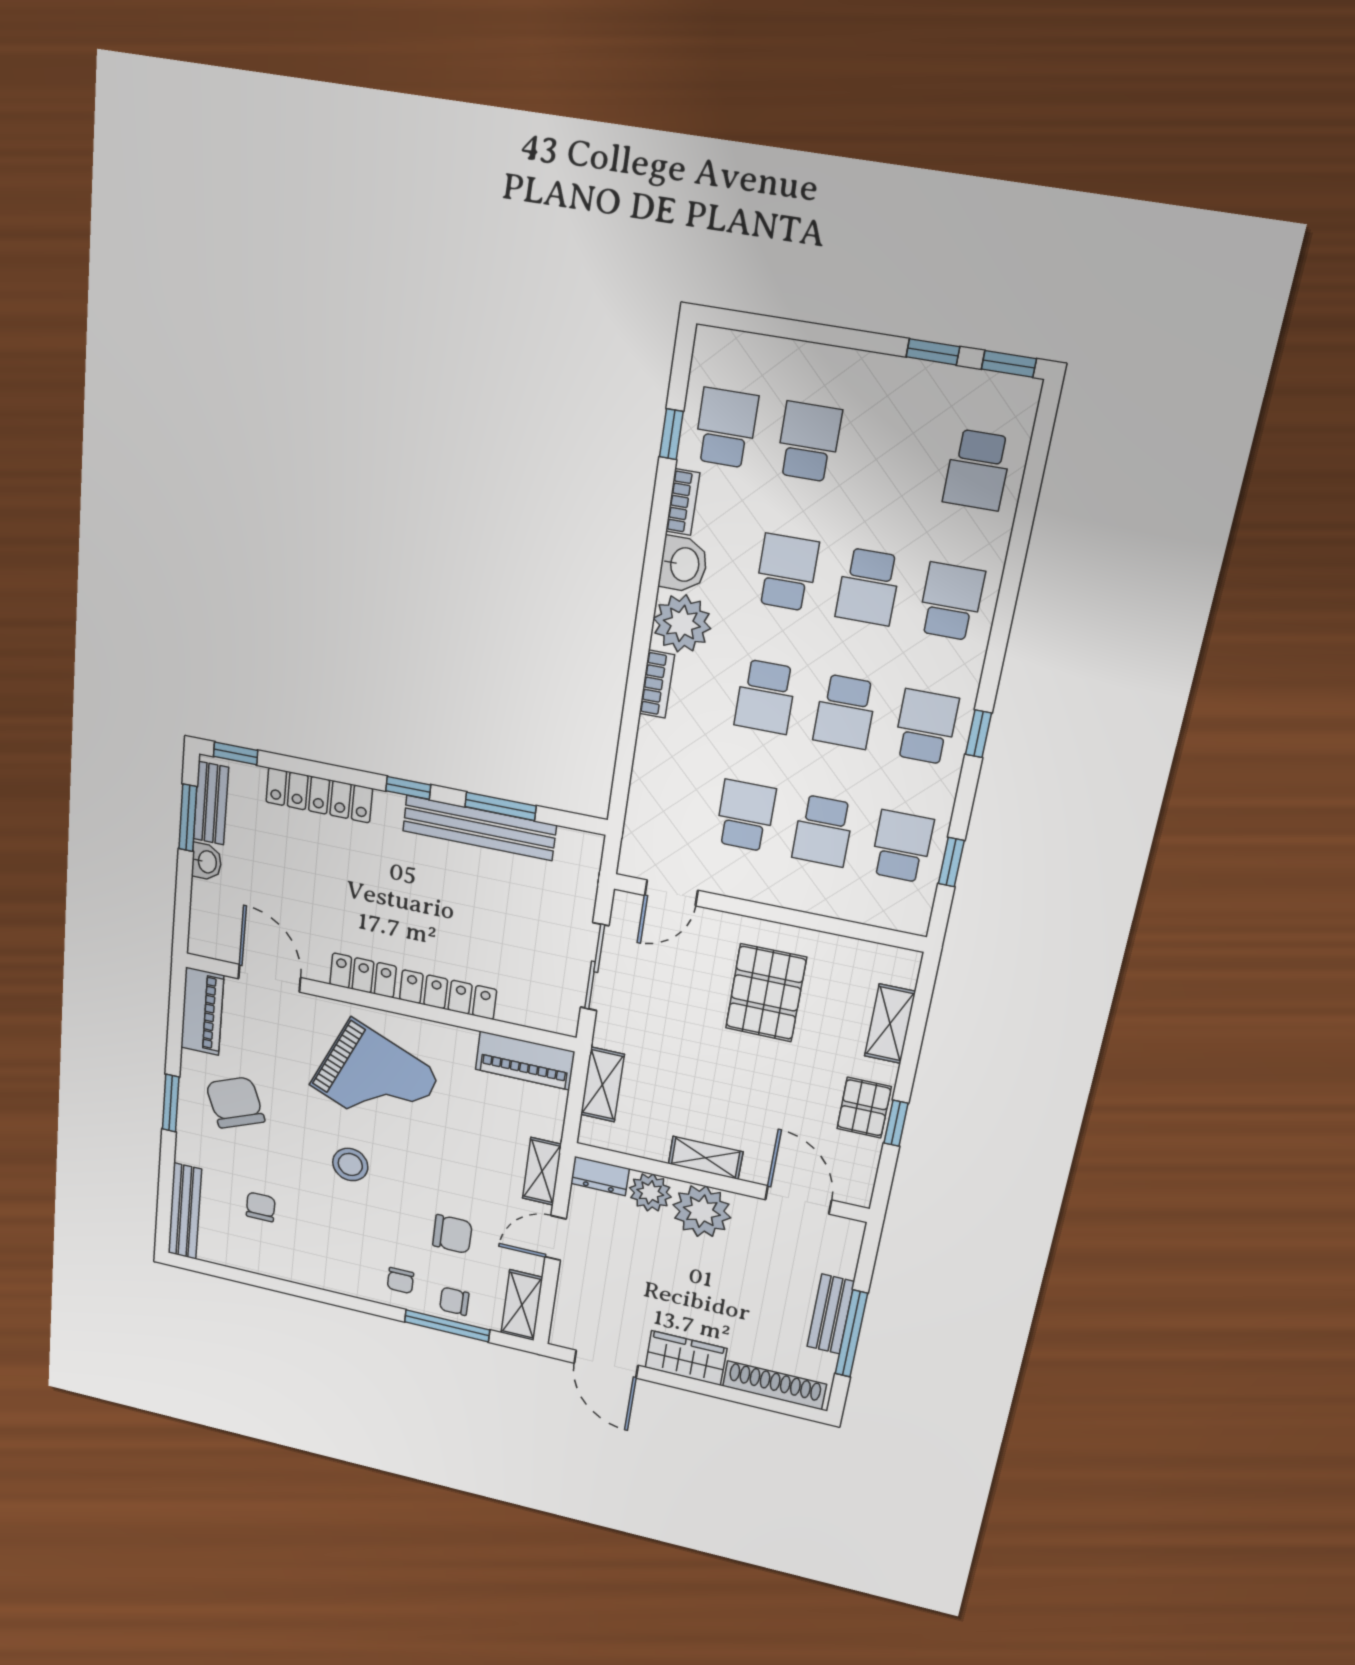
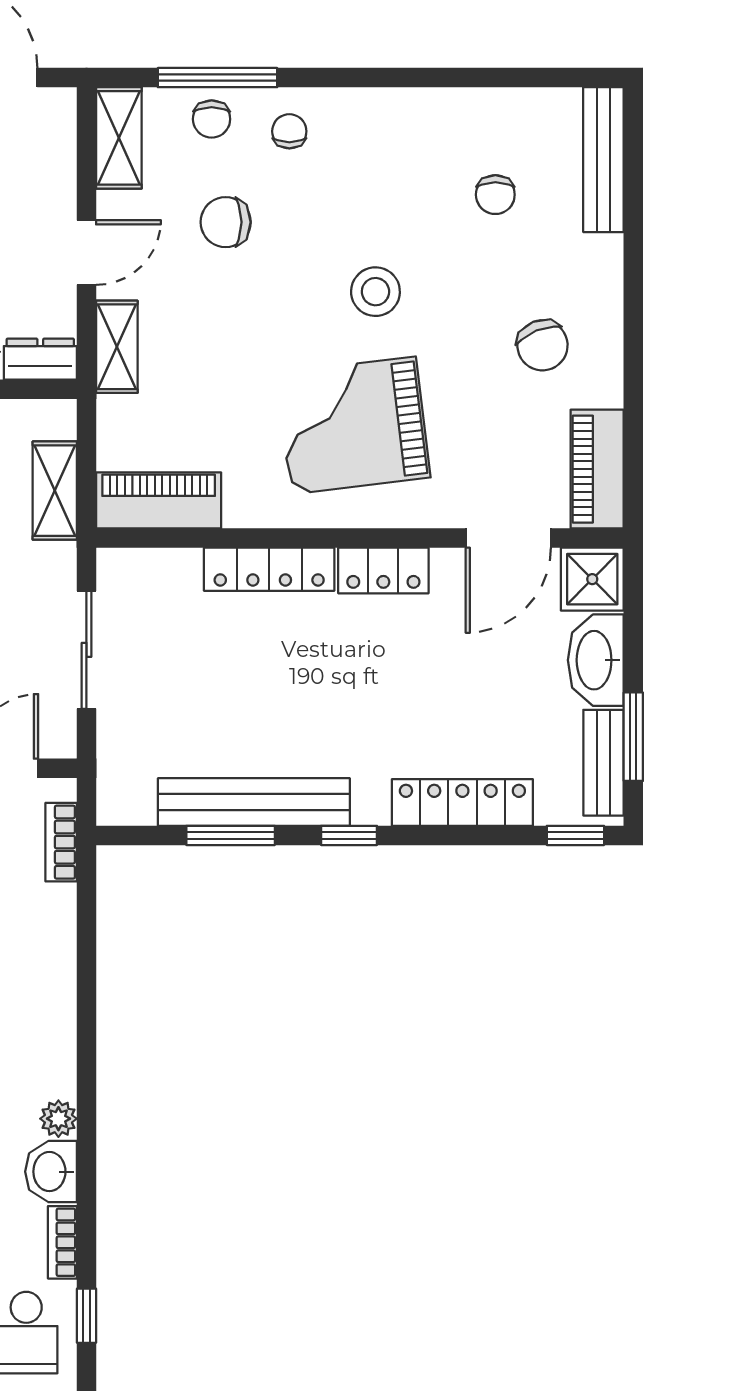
plant: (682, 623) -> (58, 1119), width x0.53, depth x0.53
bookcase: (657, 684) -> (61, 842), moved
washbasin: (207, 862) -> (596, 660), width x1.91, depth x1.45
shower: (211, 937) -> (592, 579), added
door: (269, 978) -> (508, 538), hinge flipped
grand piano: (375, 1080) -> (353, 425), turned -30
window: (171, 1103) -> (633, 322), removed
chair: (235, 1103) -> (542, 345), width x0.73, depth x0.73
chair: (454, 1301) -> (212, 119), turned 90

